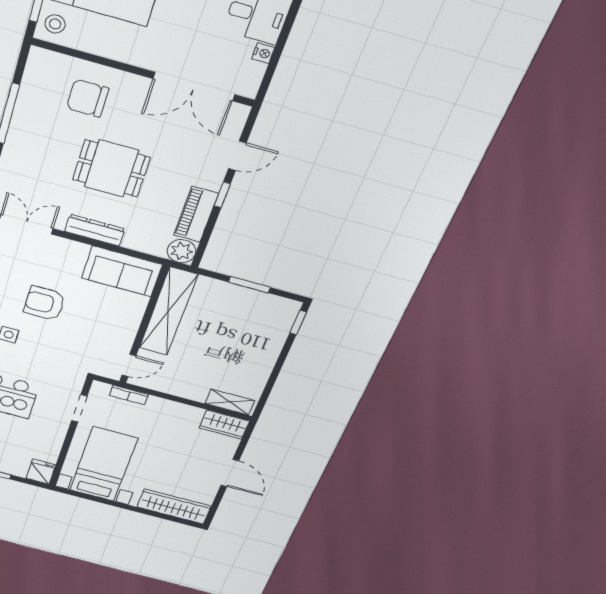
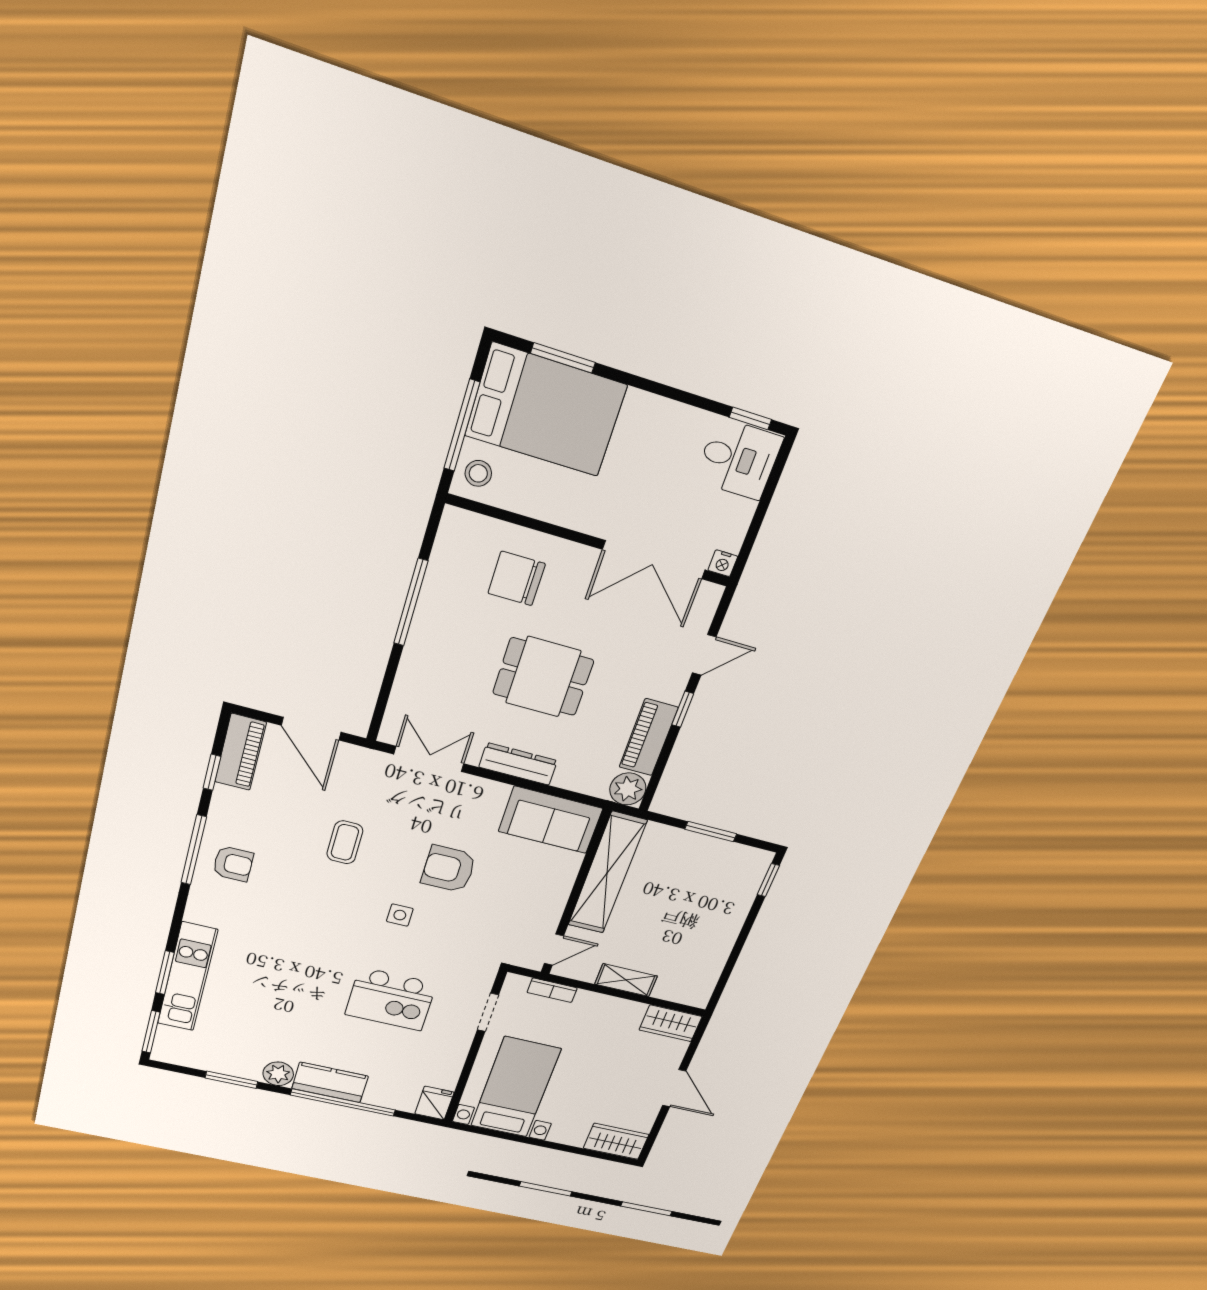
nightstand: (263, 53) -> (723, 563), moved, turned 90
shelving: (230, 402) -> (626, 980), moved
wardrobe: (174, 507) -> (616, 1141), width x0.67

